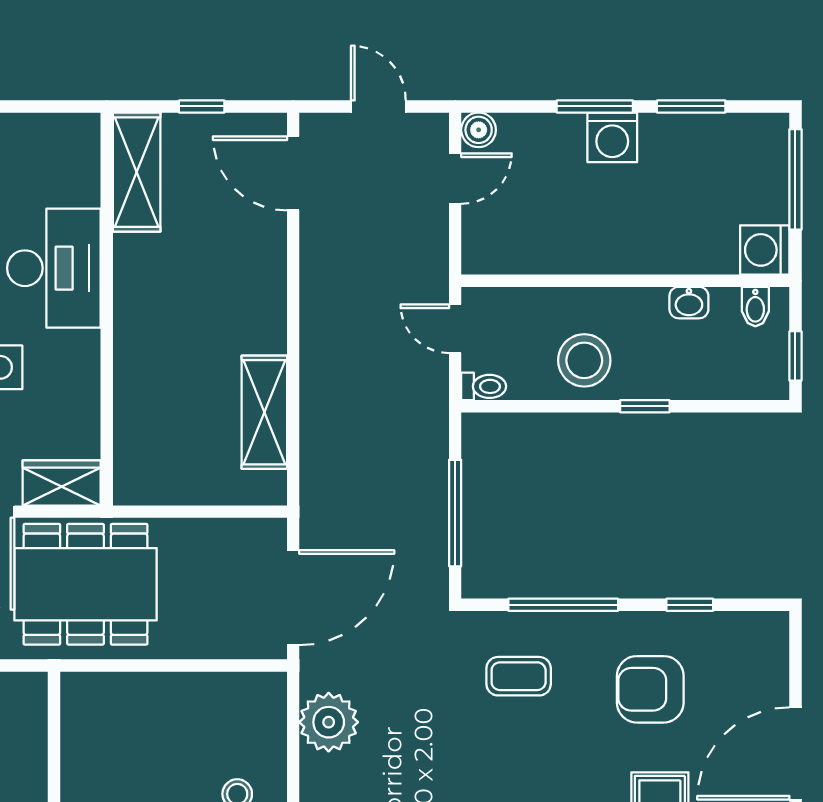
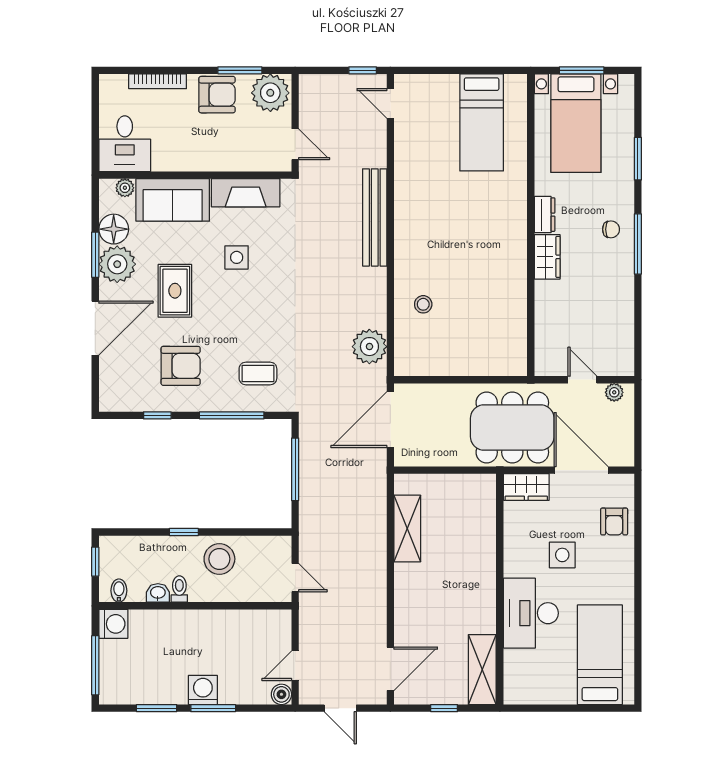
door: (293, 173) -> (390, 669), hinge flipped
toilet: (484, 386) -> (179, 589), moved, turned 90

